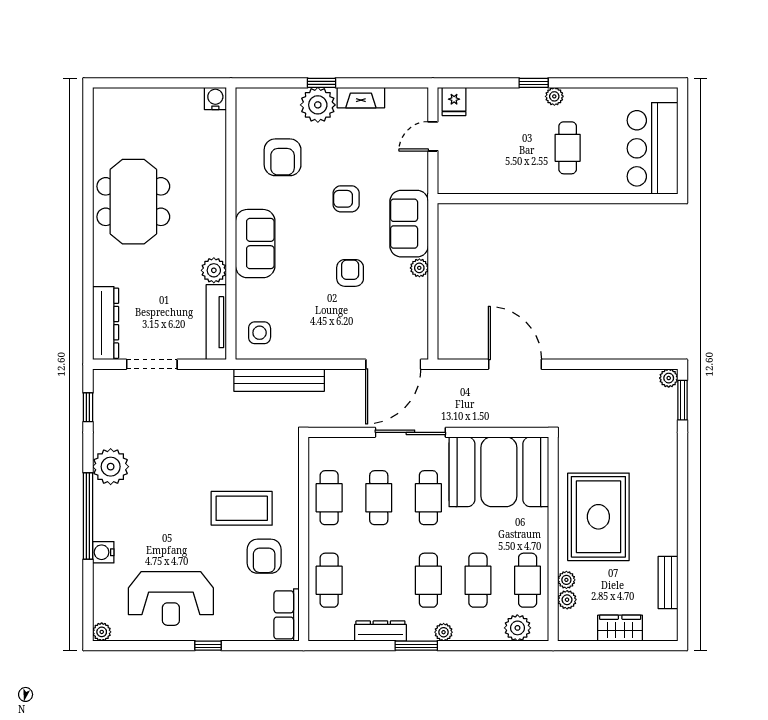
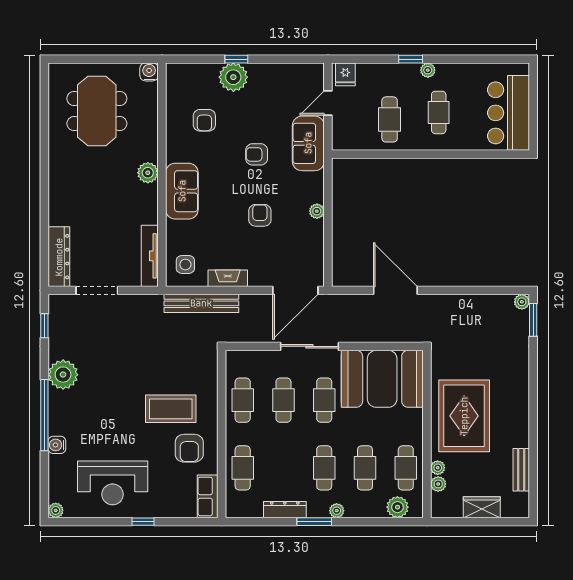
fireplace: (361, 98) -> (228, 278), moved, turned 180
cafe table: (508, 156) -> (390, 119), added
armchair: (283, 157) -> (204, 120), width x0.72, depth x0.72
meeting table: (133, 202) -> (97, 111), moved
sofa: (409, 224) -> (308, 143), moved
plant: (214, 270) -> (148, 173), moved

